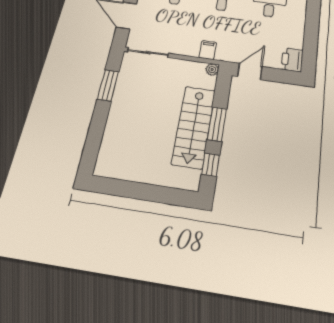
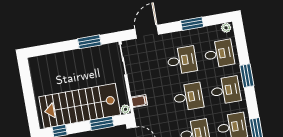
window: (217, 124) -> (102, 123), moved
stairs: (194, 127) -> (80, 106), width x1.36, depth x1.51

